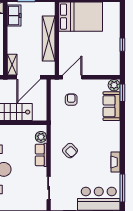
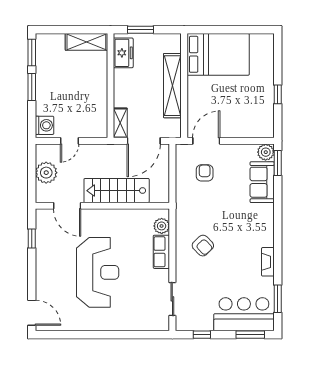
window: (122, 188) -> (278, 299), width x0.69

